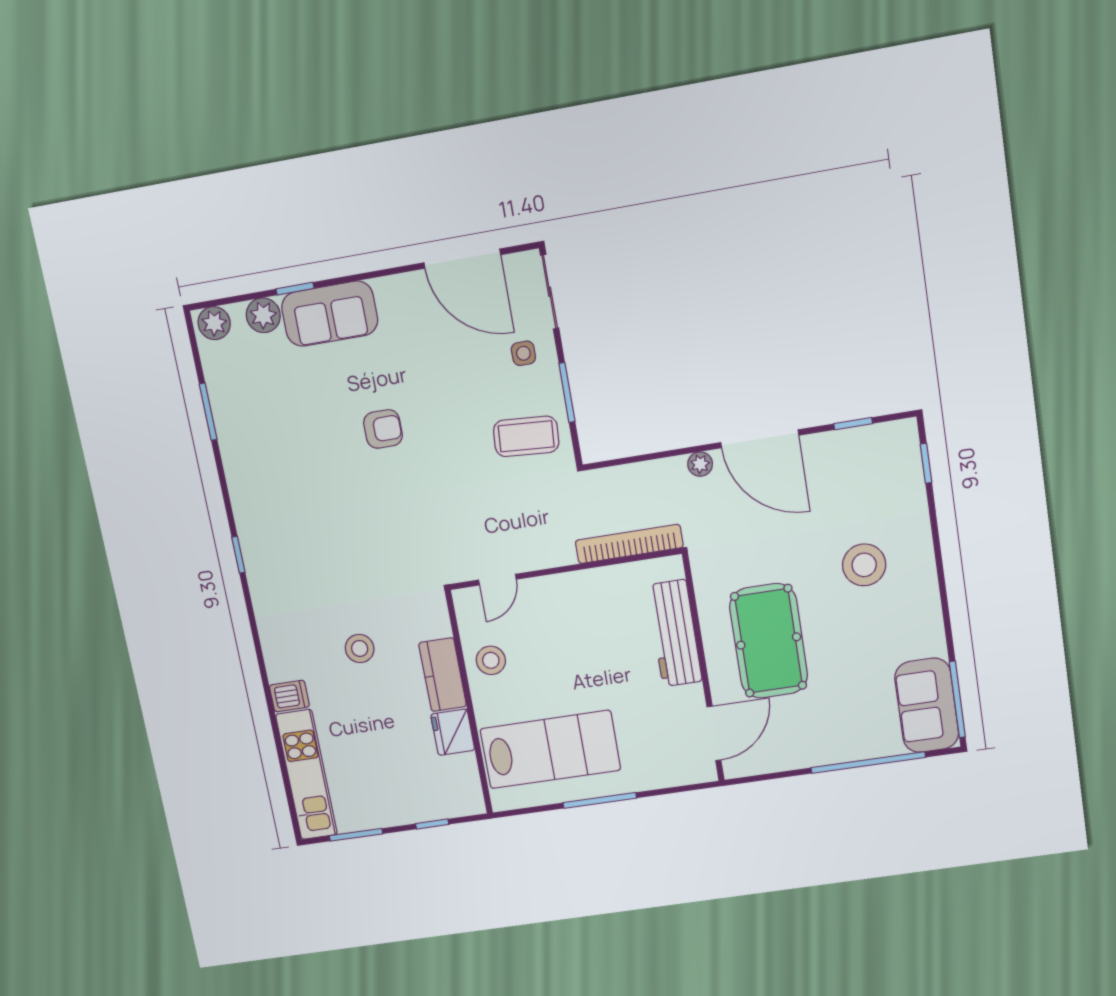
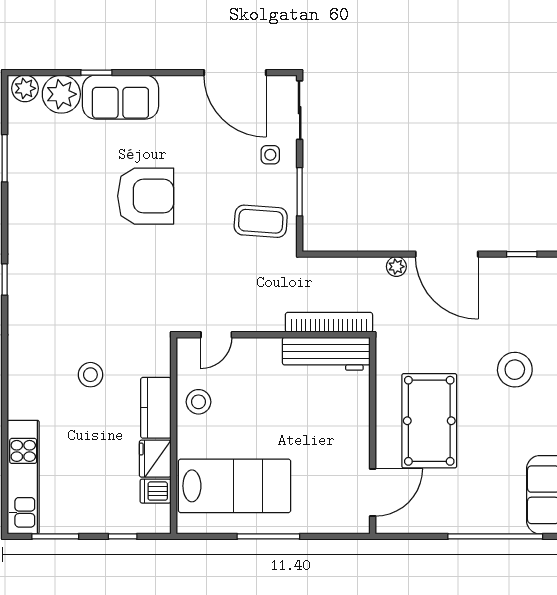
plant: (263, 315) -> (61, 94), width x1.36, depth x1.36
armchair: (383, 429) -> (146, 196), width x1.88, depth x1.88
workbench: (674, 633) -> (326, 354), moved, turned -90
dishwasher: (289, 696) -> (156, 491), moved, turned 180

